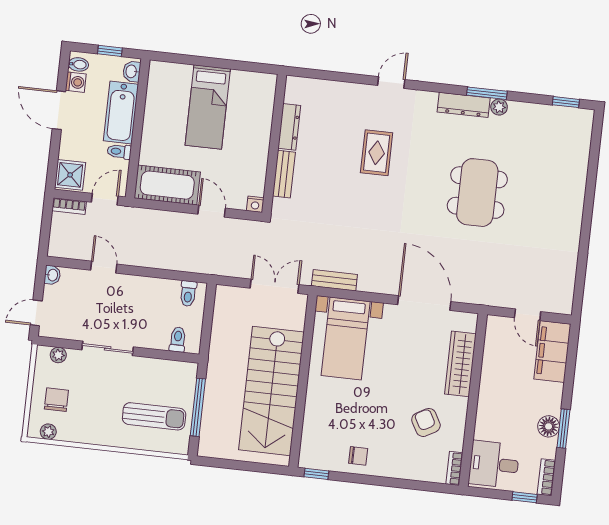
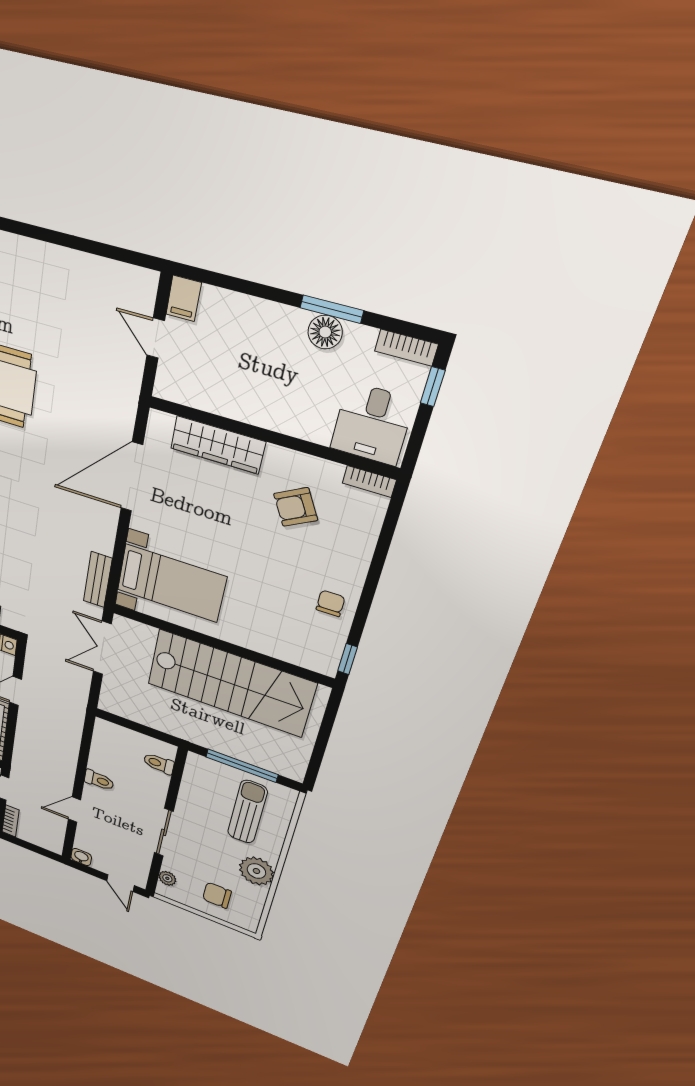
toilet: (188, 294) -> (99, 780), moved
door: (528, 315) -> (156, 338), swing flipped
filing cabinet: (552, 351) -> (184, 298), width x0.33, depth x0.86
plant: (48, 432) -> (256, 871), moved, width x1.88, depth x1.88

